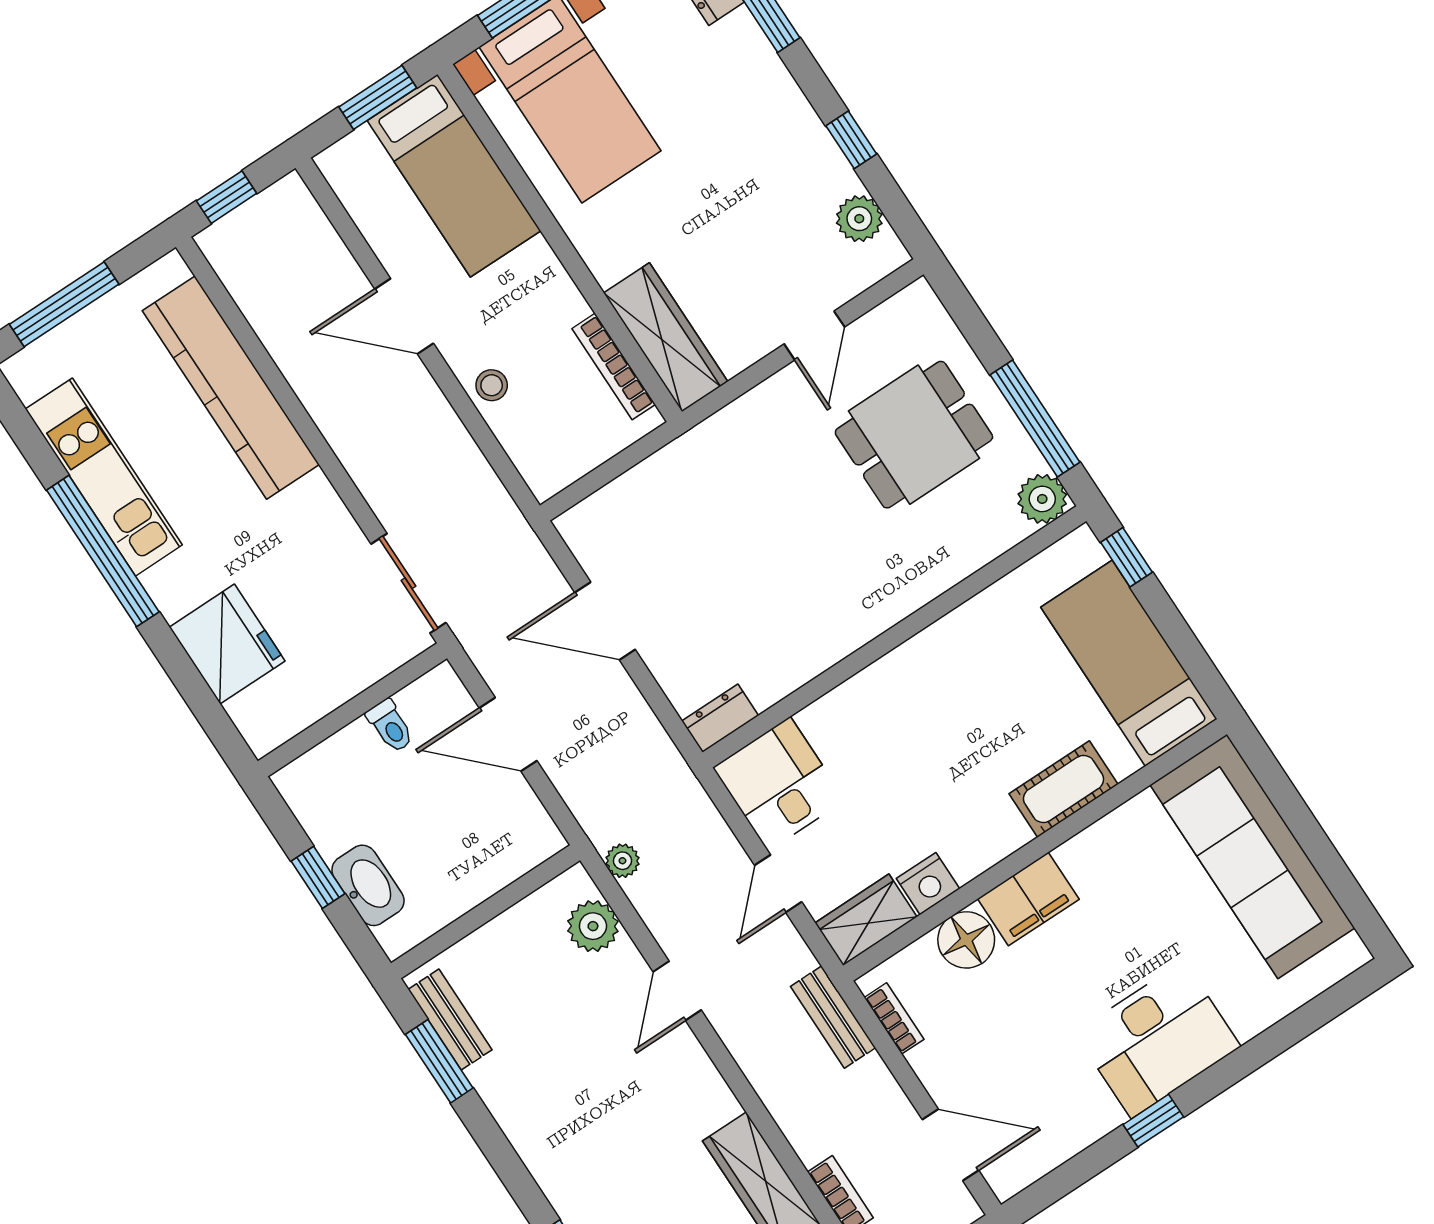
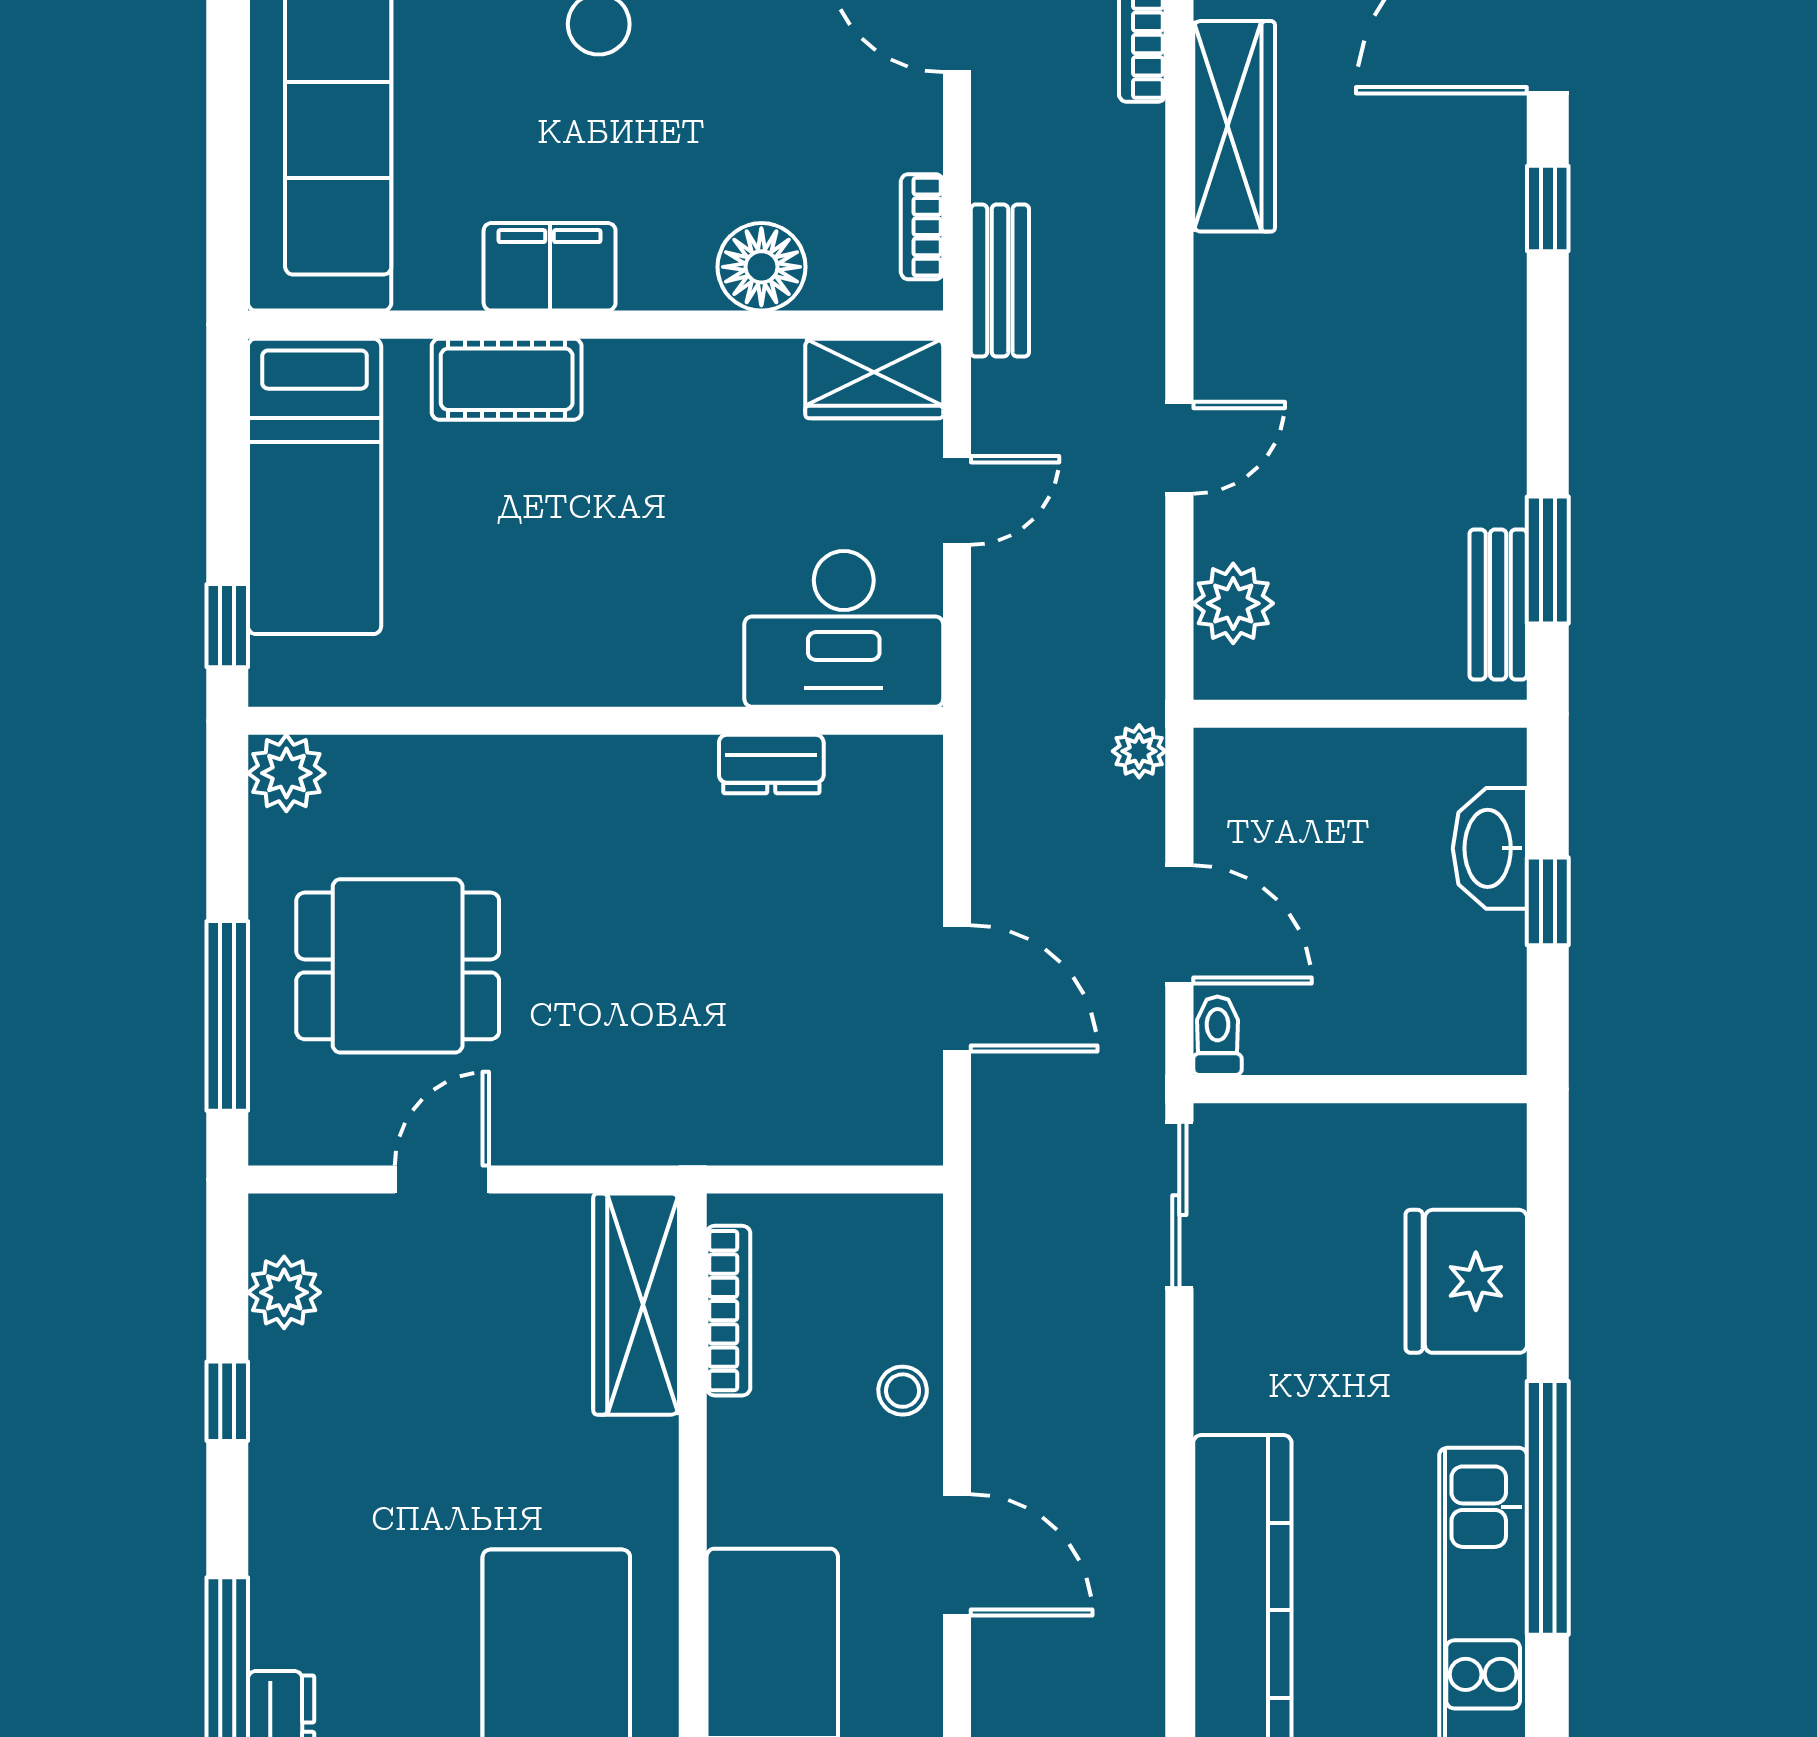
window: (1035, 419) -> (227, 1016), moved
dresser: (720, 718) -> (771, 764), moved
toilet: (390, 726) -> (1217, 1036), moved
desk: (779, 784) -> (844, 629), width x1.37
plant: (622, 861) -> (1139, 751), moved
nightstand: (928, 884) -> (763, 372), removed
filing cabinet: (1028, 899) -> (550, 267), moved

